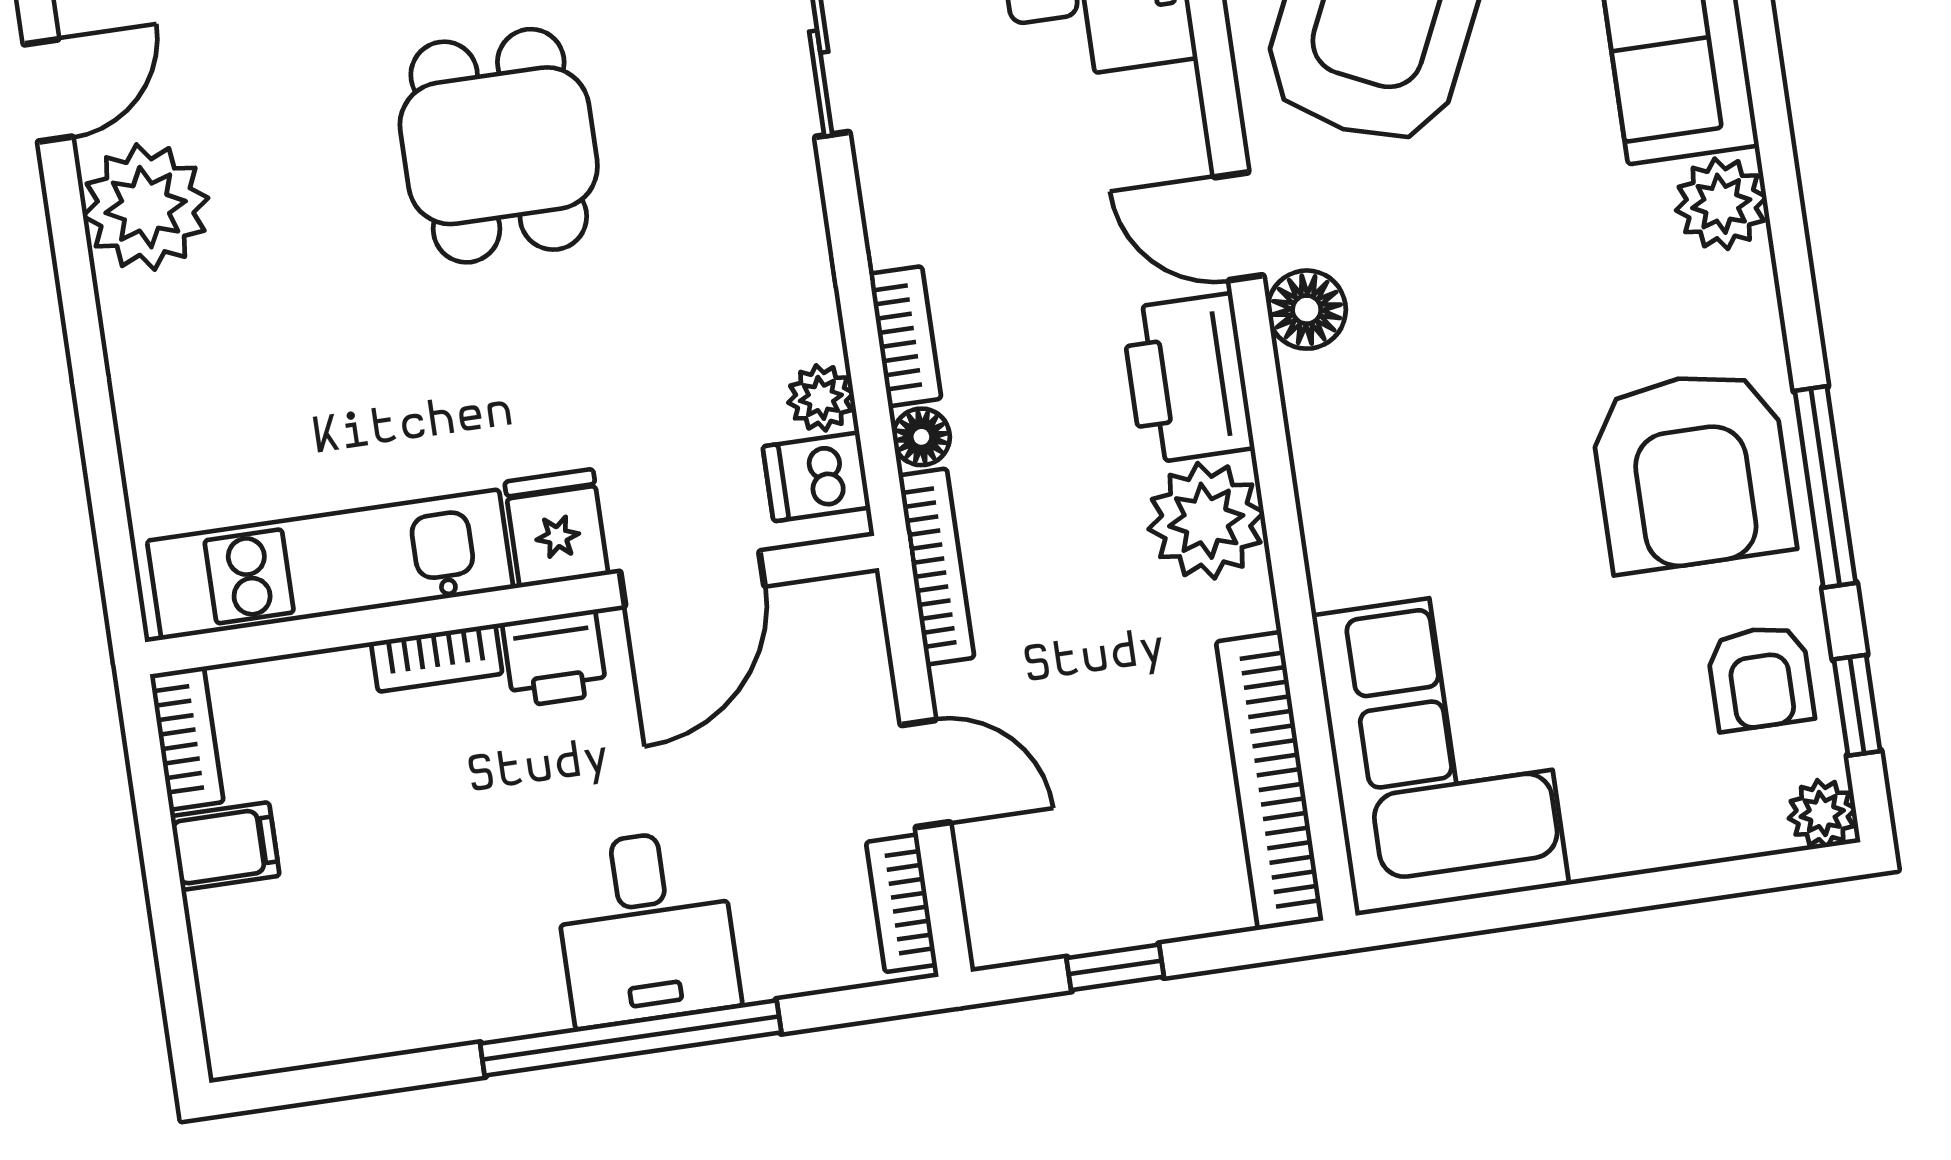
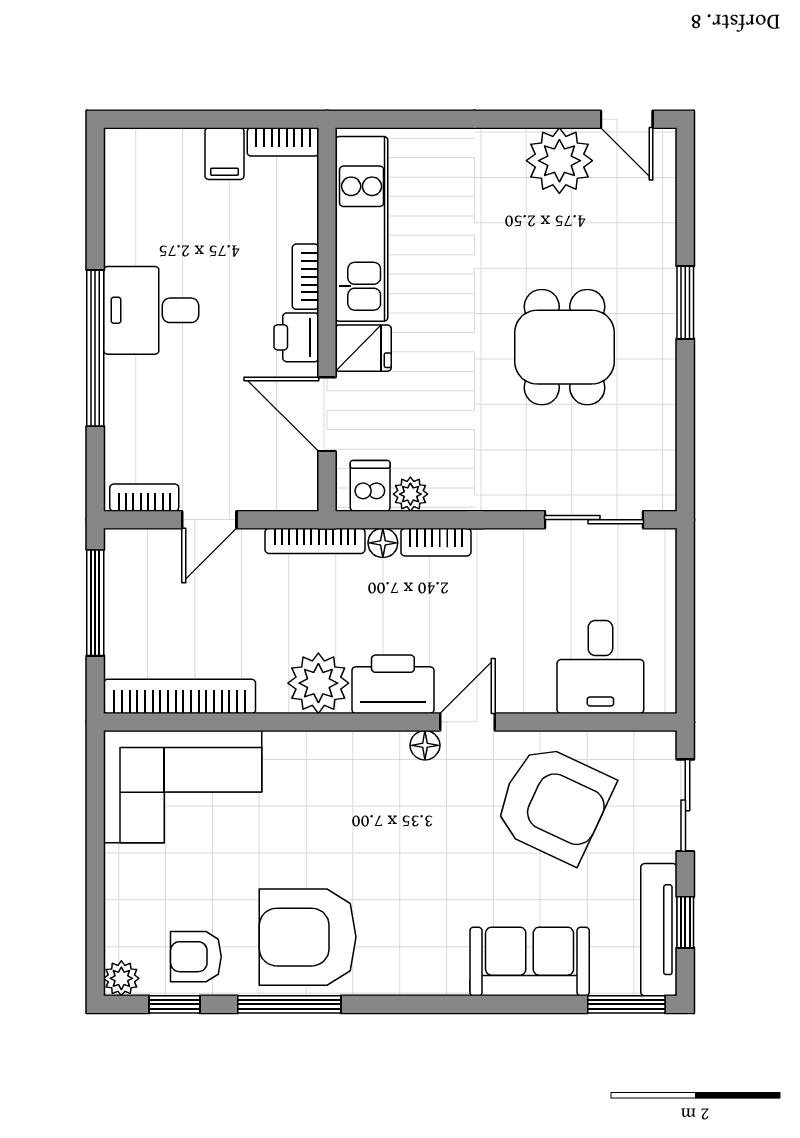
dining table: (499, 146) -> (565, 347), turned 90
plant: (1721, 204) -> (443, 972), removed
floor lamp: (1307, 310) -> (425, 745), width x0.73, depth x0.73
desk: (646, 927) -> (151, 310), moved
window: (1115, 967) -> (95, 603), width x2.17

